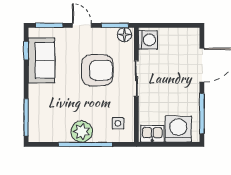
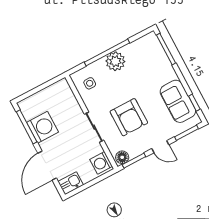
armchair: (97, 70) -> (129, 117), turned -90
washing machine: (178, 129) -> (43, 127), moved, turned -90
kitchen sink: (152, 134) -> (71, 183), moved, turned 180

